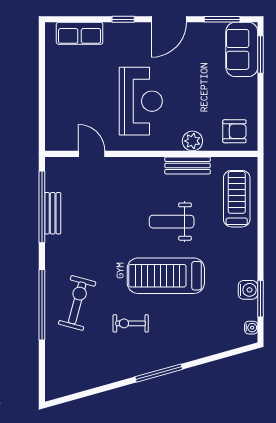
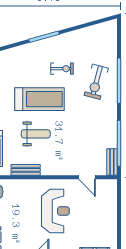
reception desk: (141, 101) -> (55, 211), turned 180
plant: (192, 141) -> (22, 186), removed
bench: (53, 213) -> (112, 162), moved

